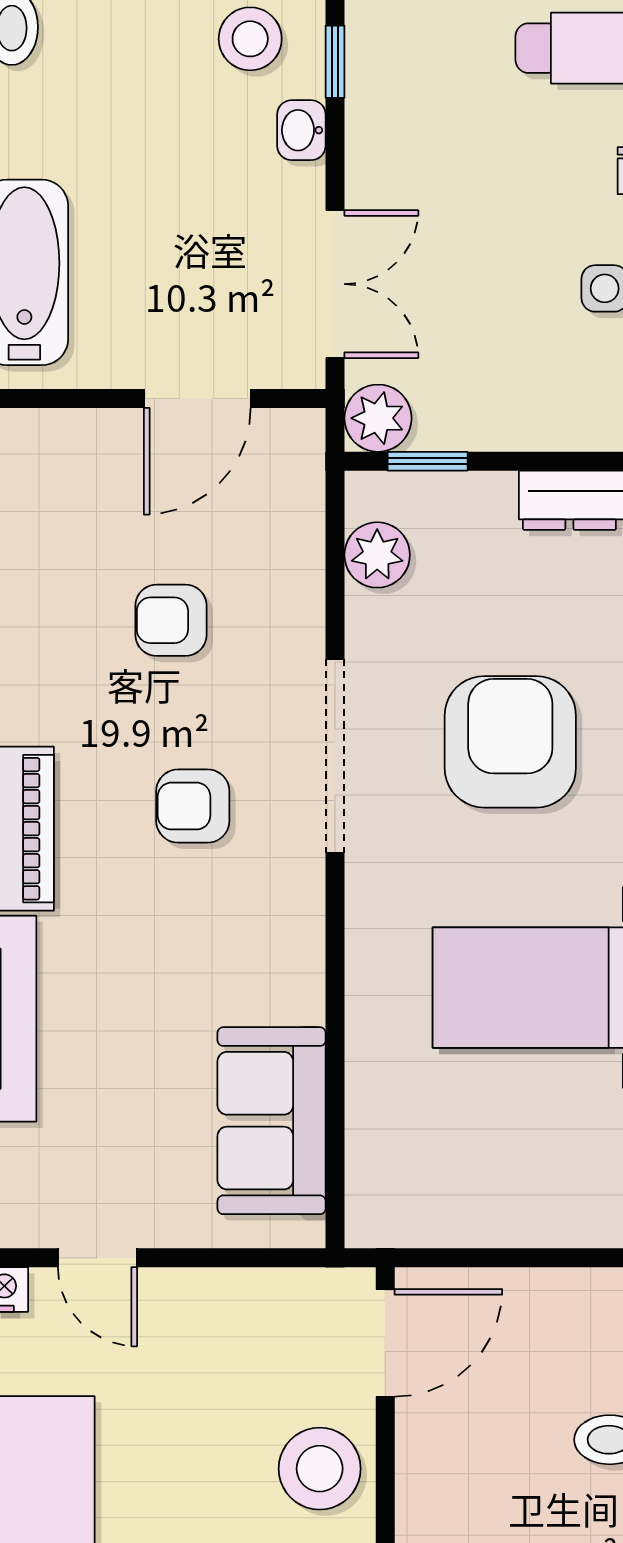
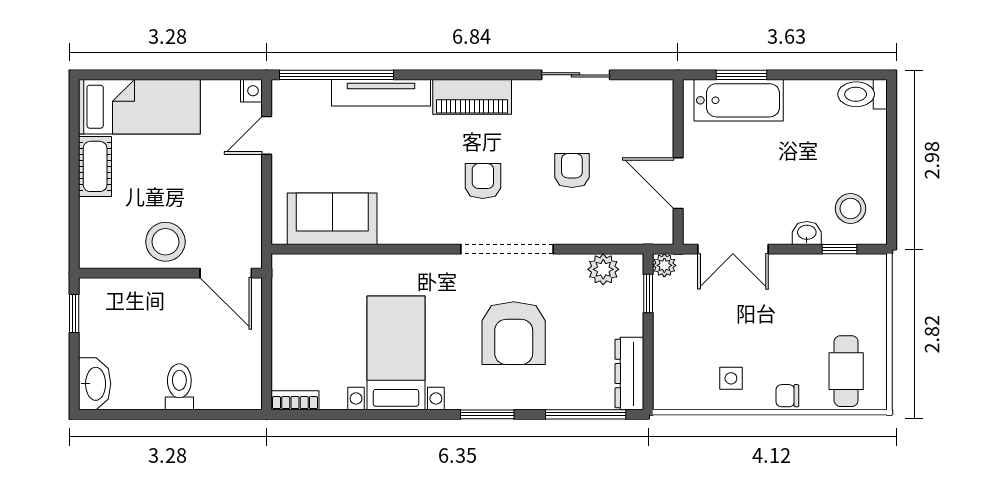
plant: (378, 418) -> (664, 265), width x0.73, depth x0.73
armchair: (510, 742) -> (514, 333), turned 90

